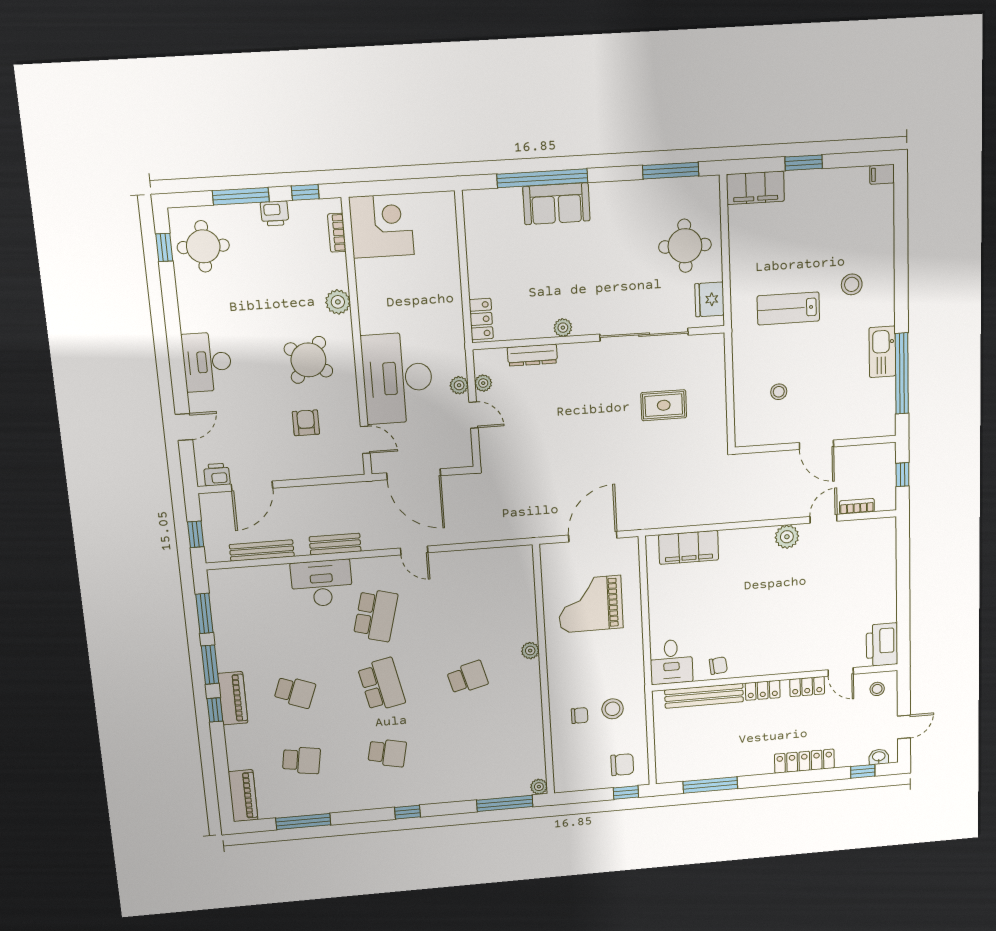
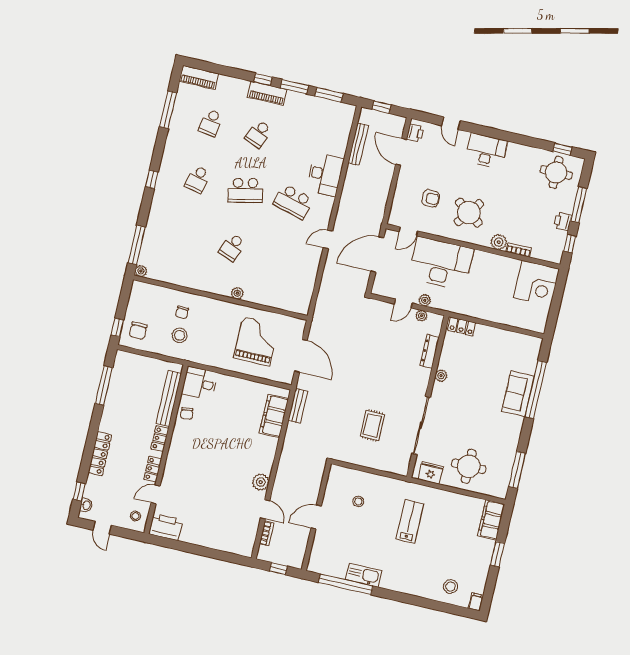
bookcase: (337, 233) -> (519, 250), moved
stool: (852, 284) -> (451, 587), moved
bench: (335, 544) -> (298, 406), moved
school desk: (467, 677) -> (232, 247), turned 36

